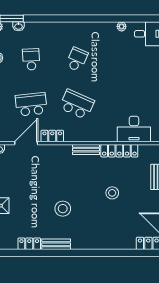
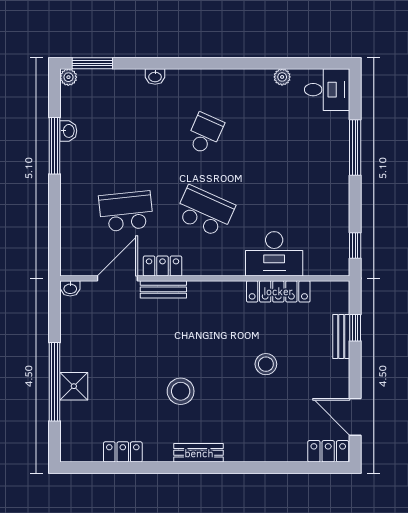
washbasin: (19, 26) -> (155, 76), moved
school desk: (31, 59) -> (126, 134), removed
desk: (134, 129) -> (274, 254), moved
bench: (86, 150) -> (163, 289), moved
bench: (56, 244) -> (199, 453), moved

